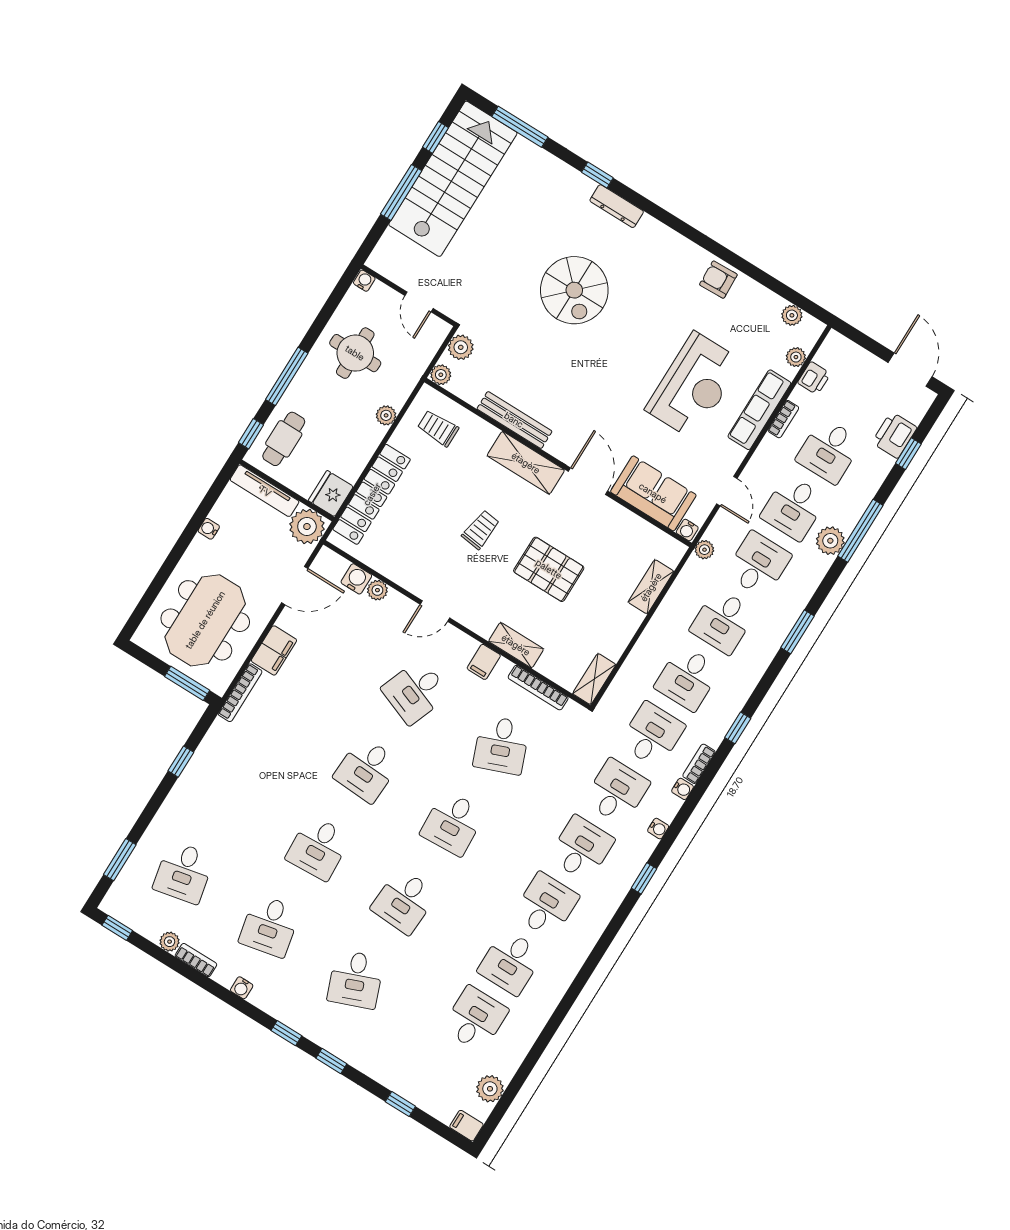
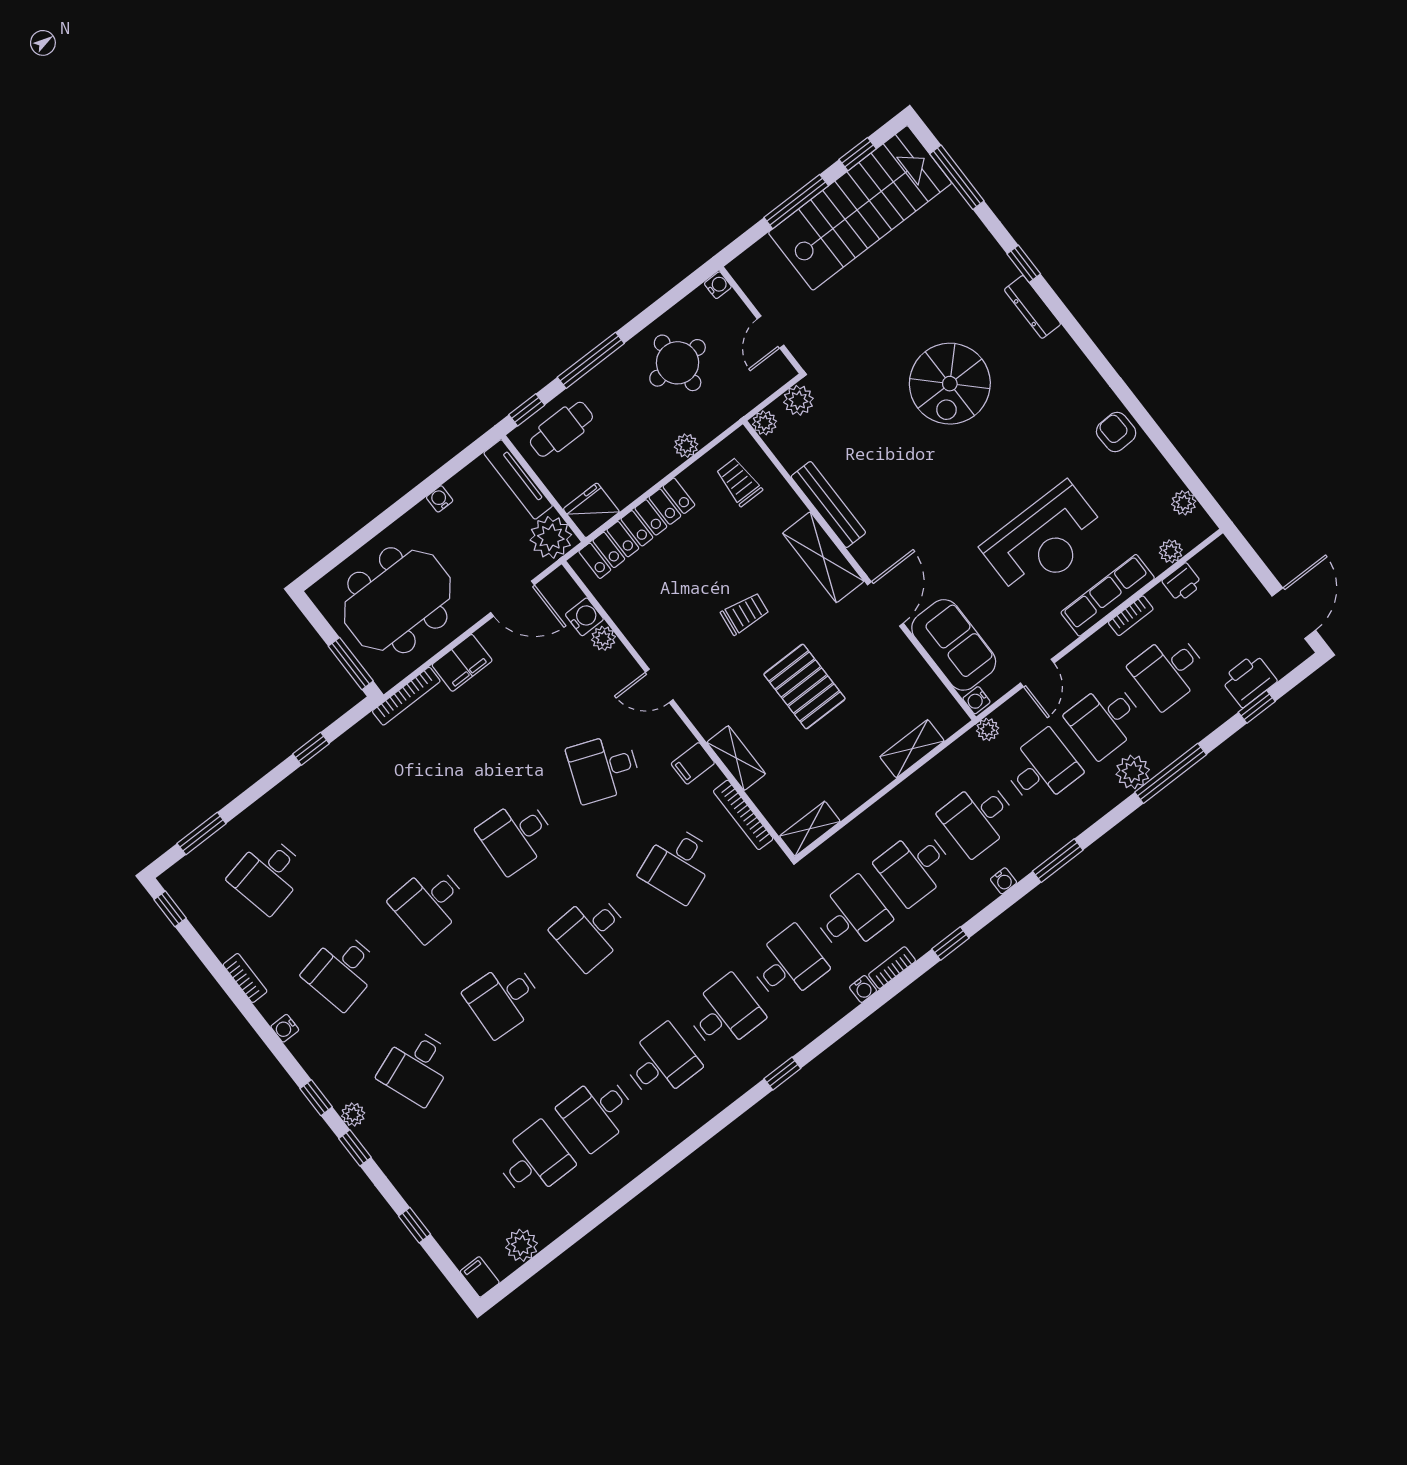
water cooler: (658, 829) -> (1003, 881), moved
plant: (170, 942) -> (353, 1114), moved

